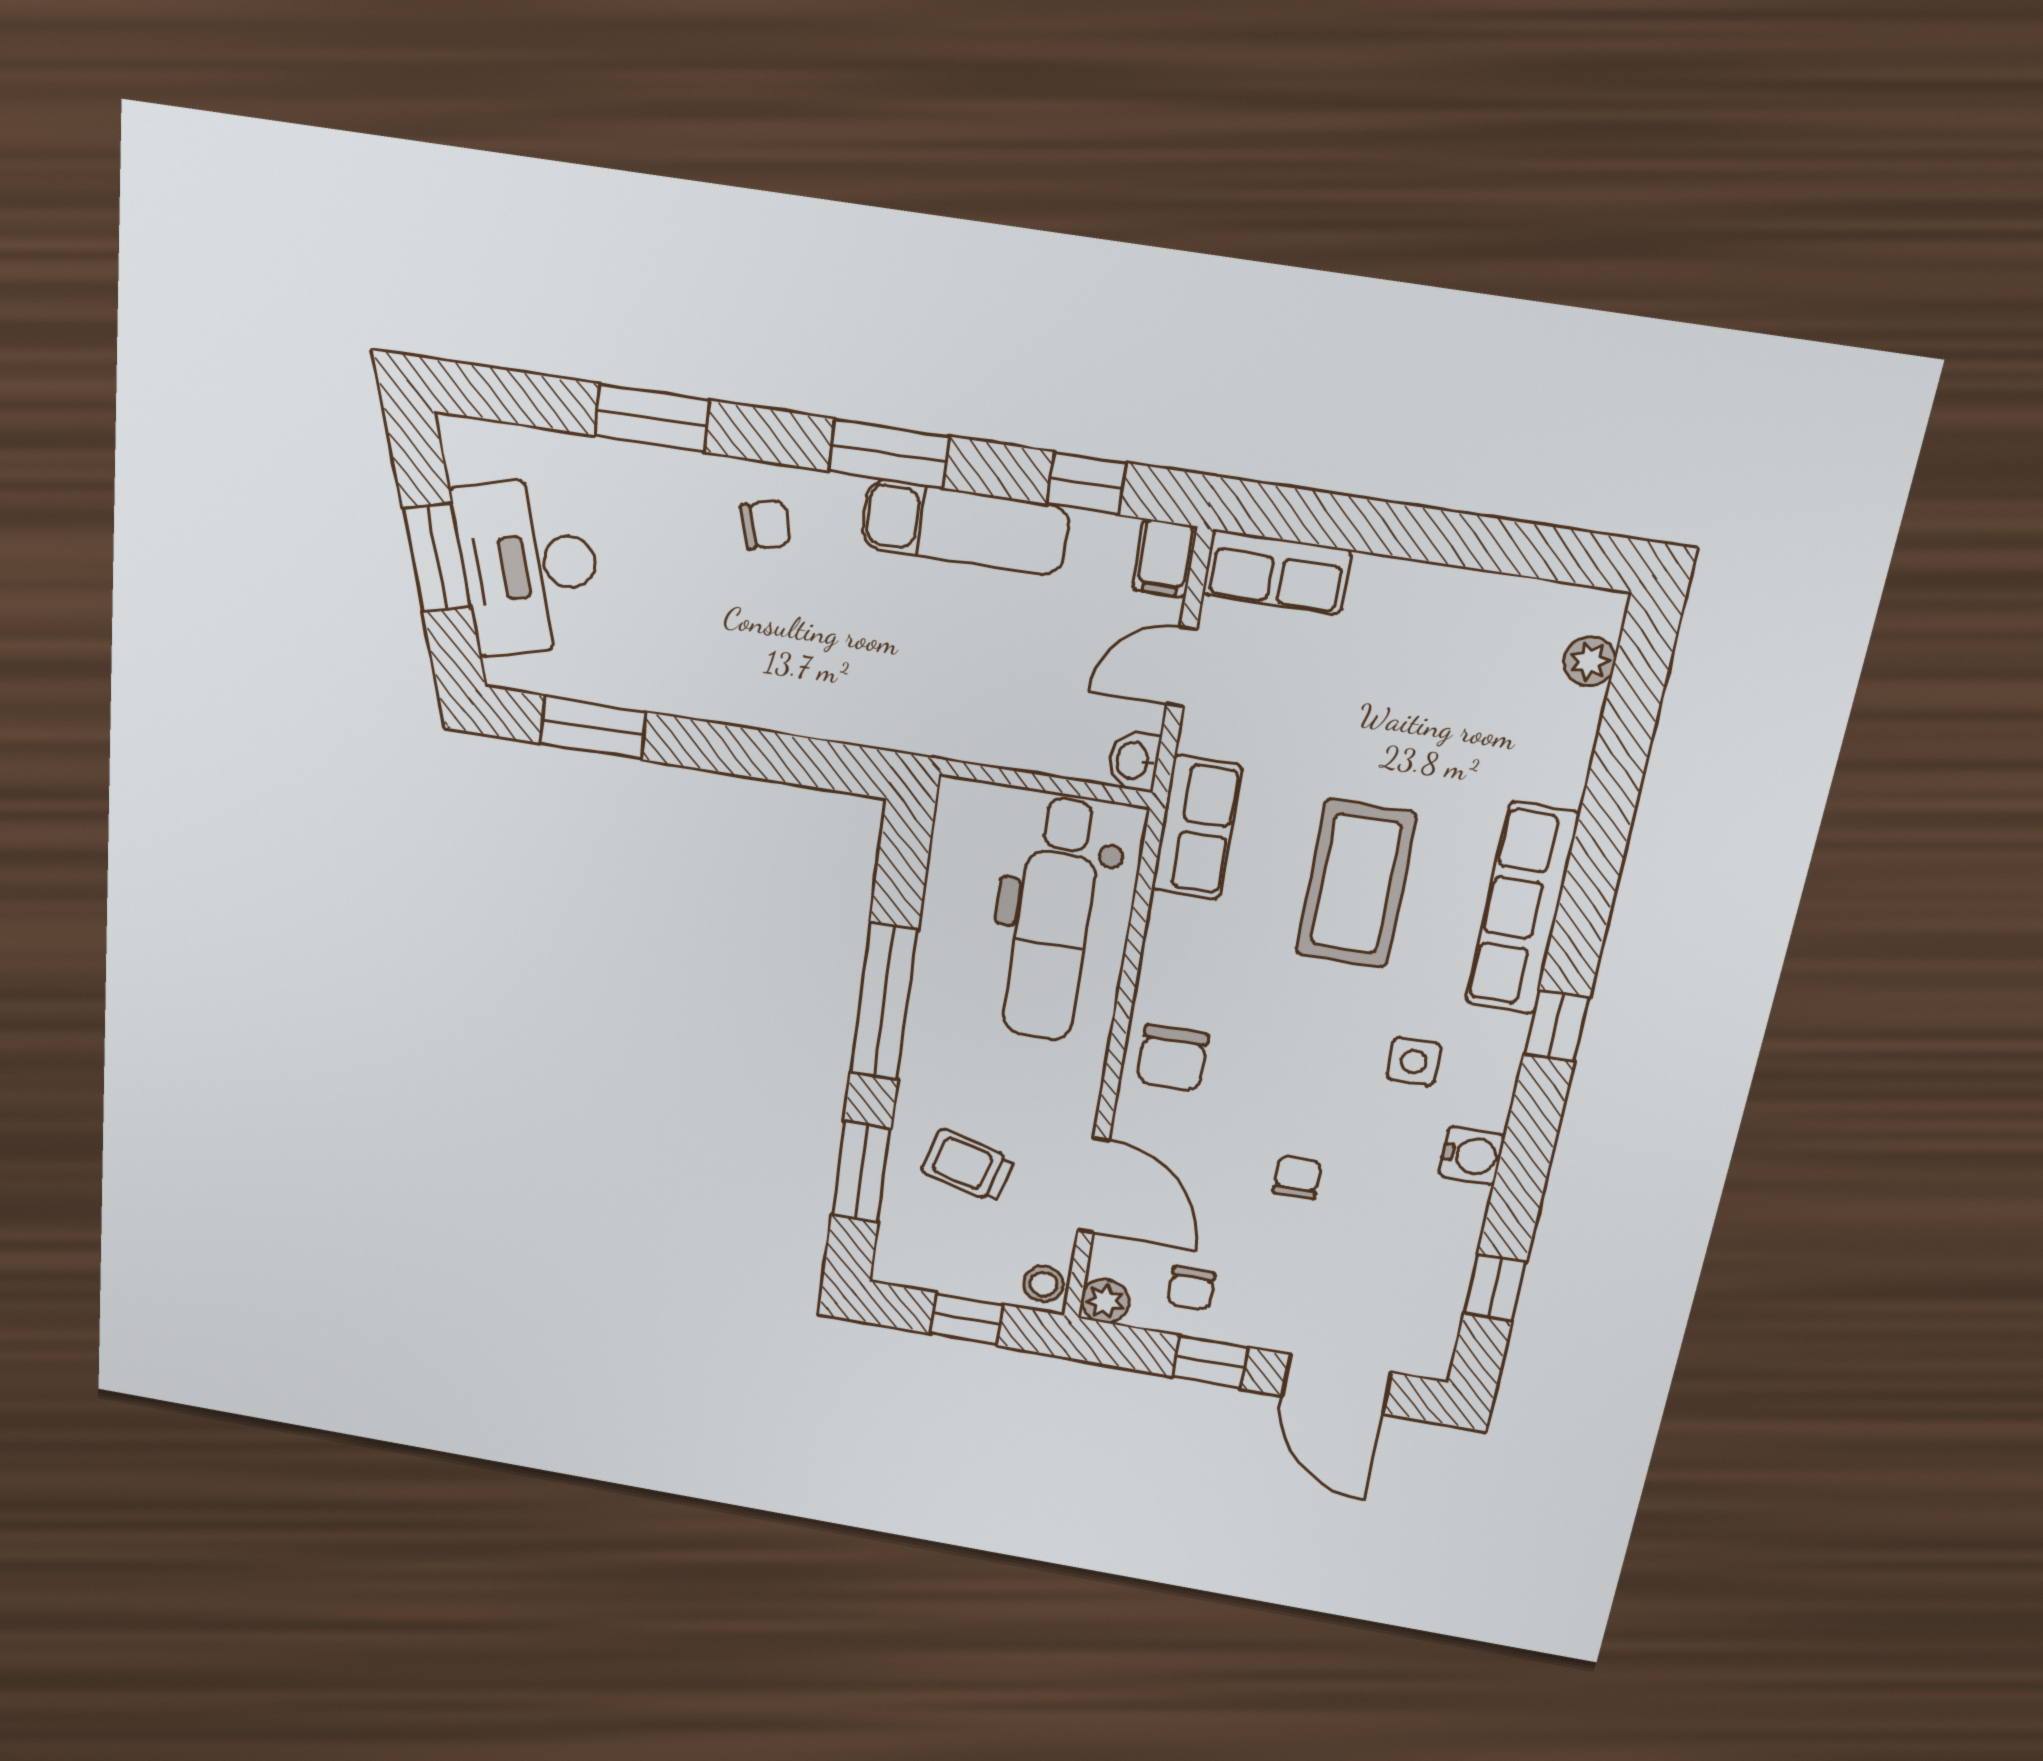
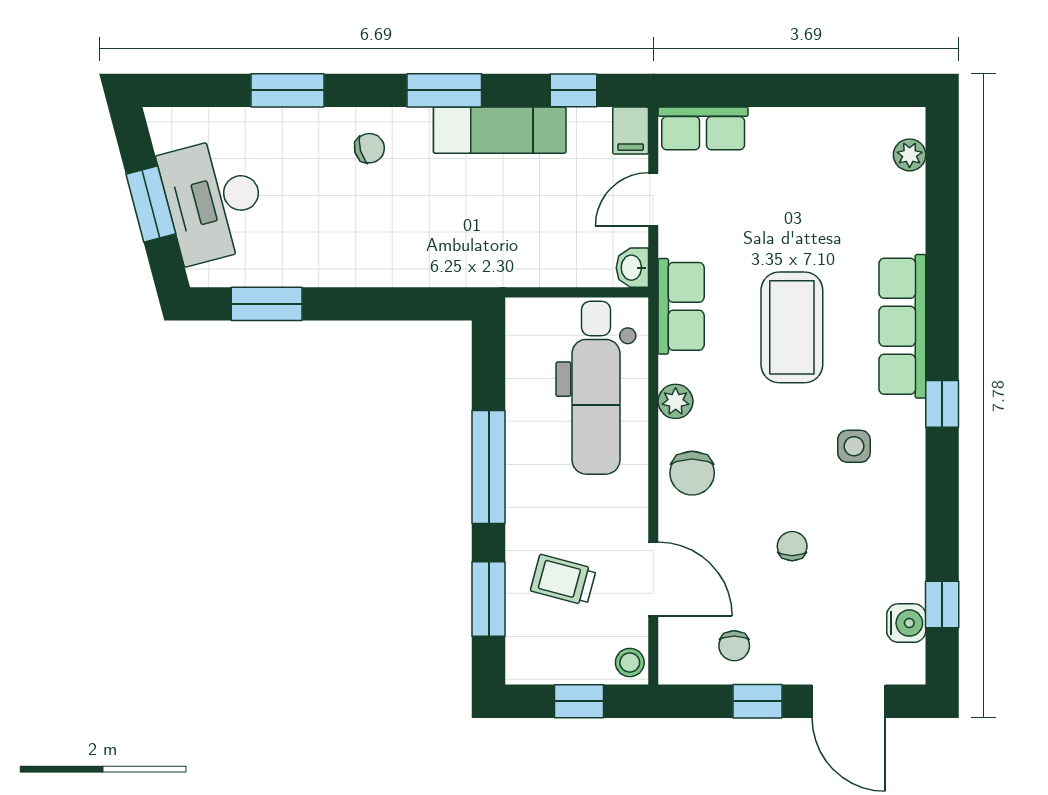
water cooler: (1472, 1156) -> (906, 623), moved
plant: (1105, 1301) -> (676, 401), moved

